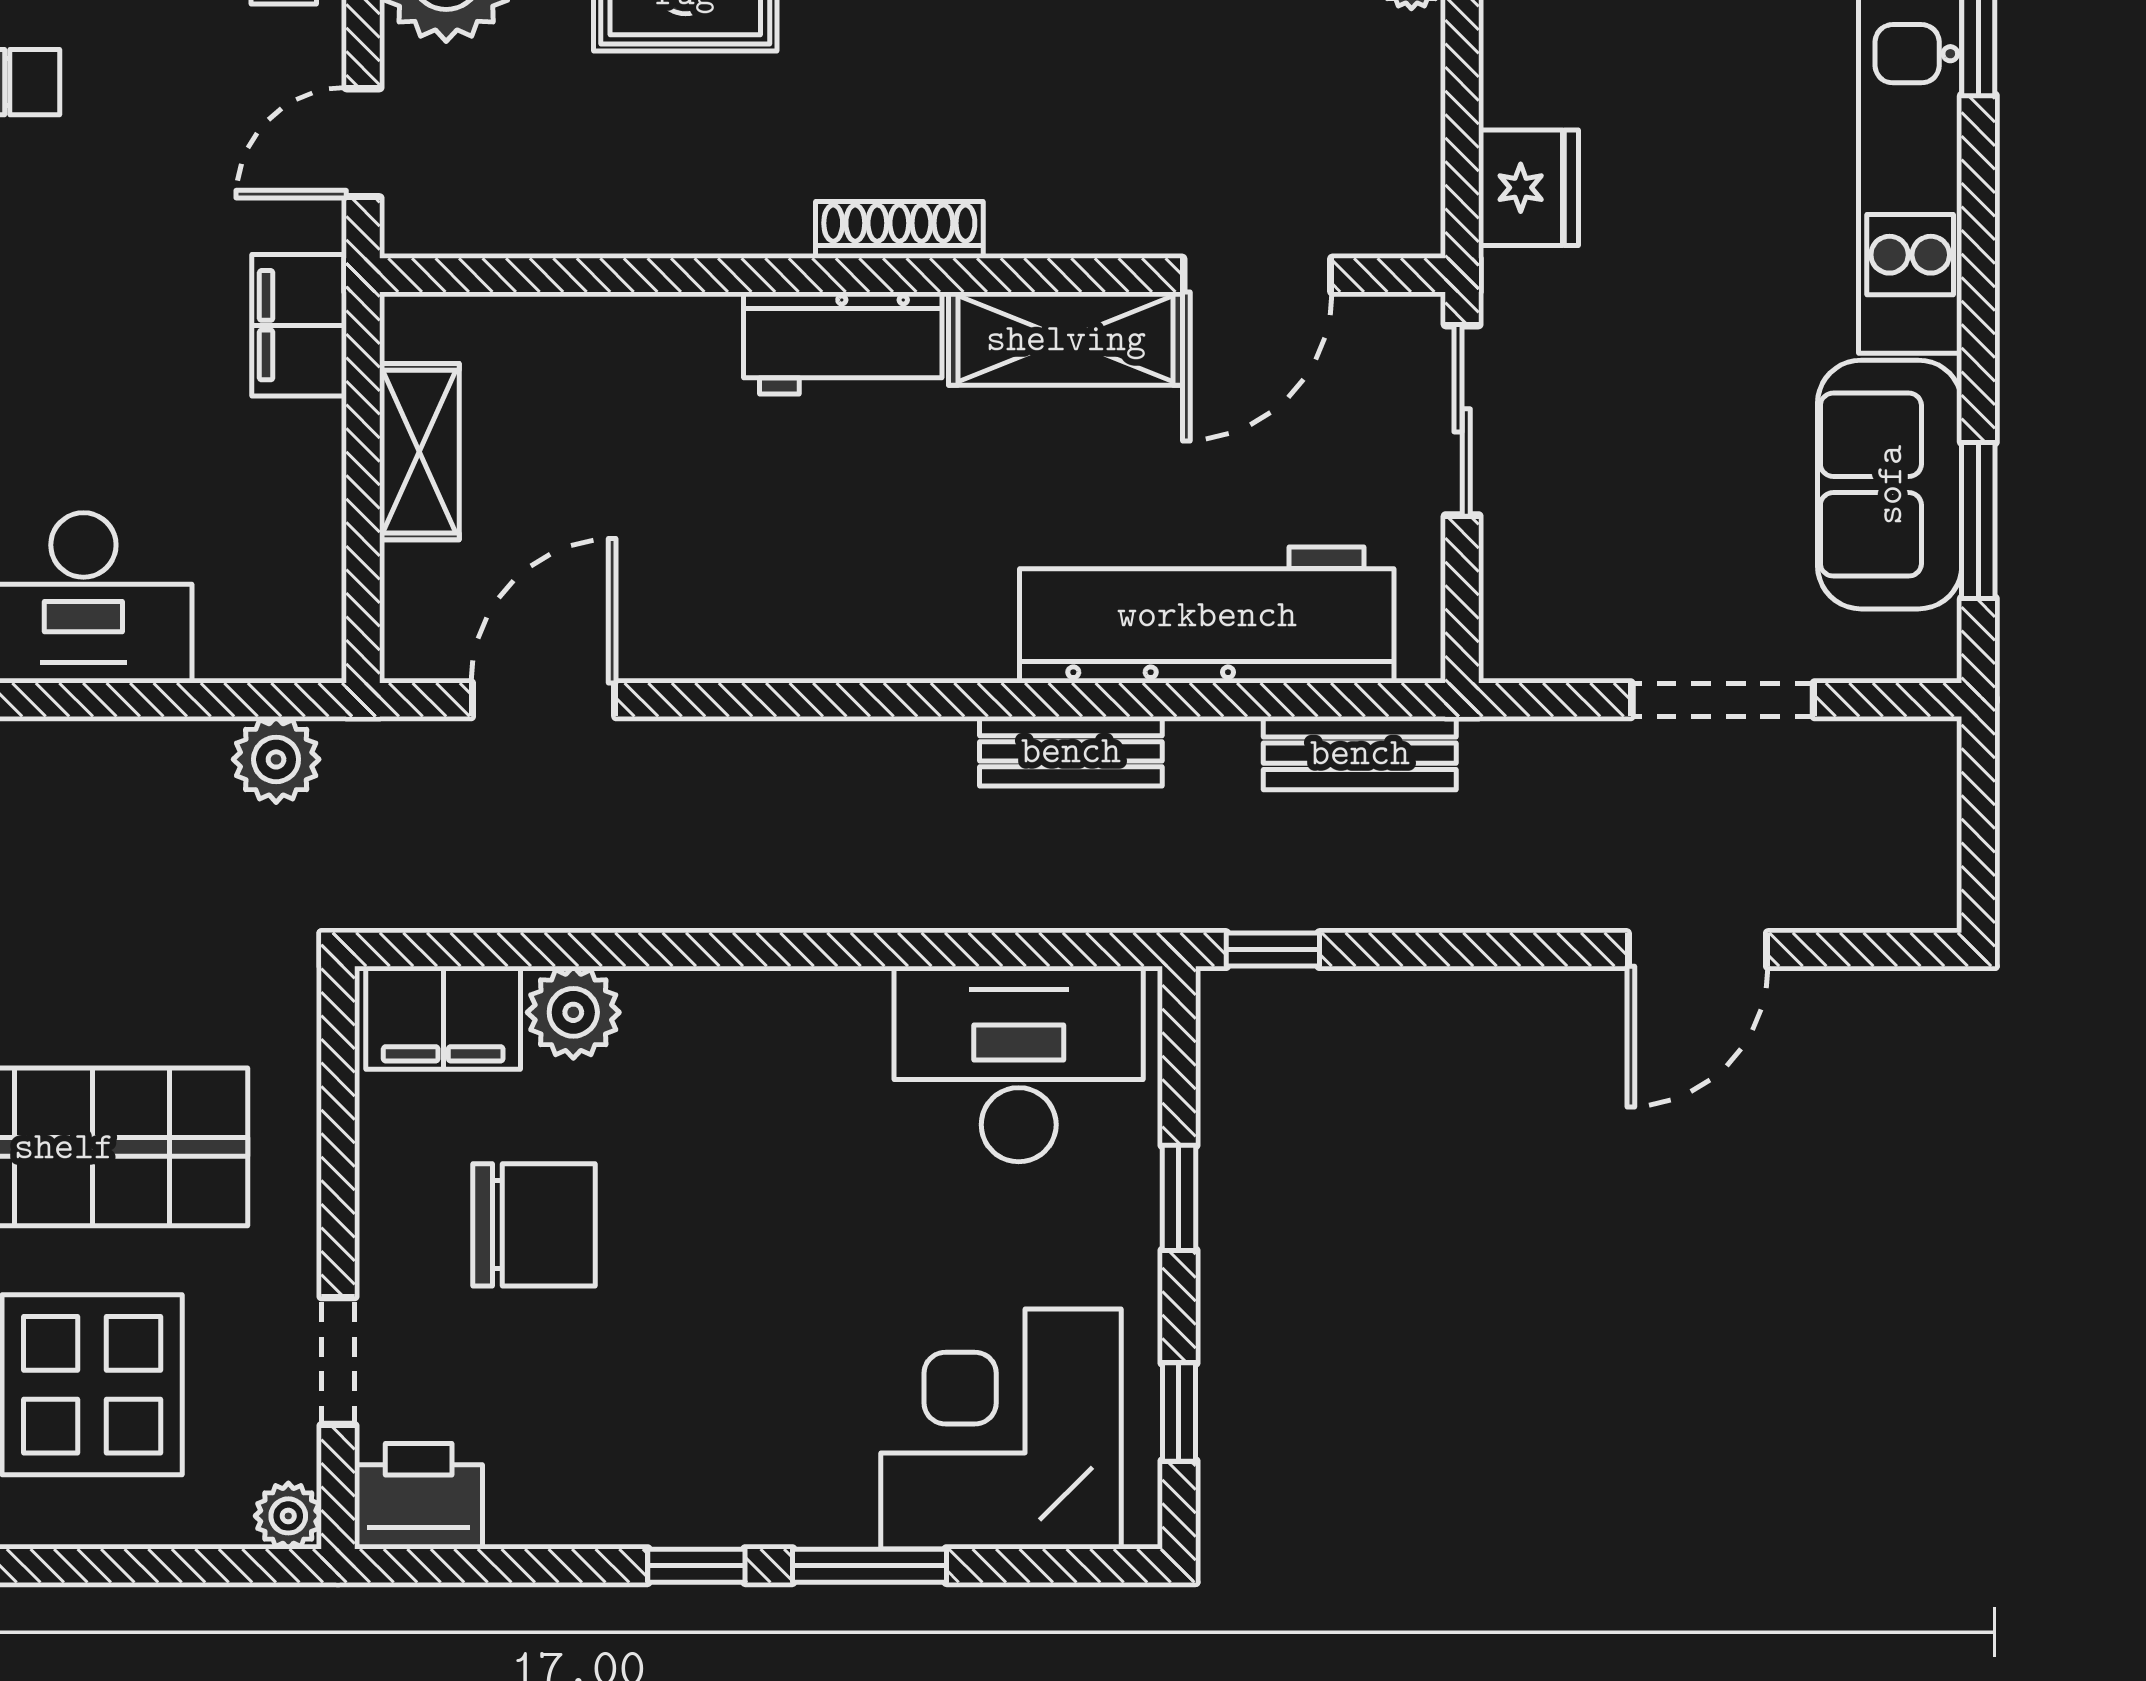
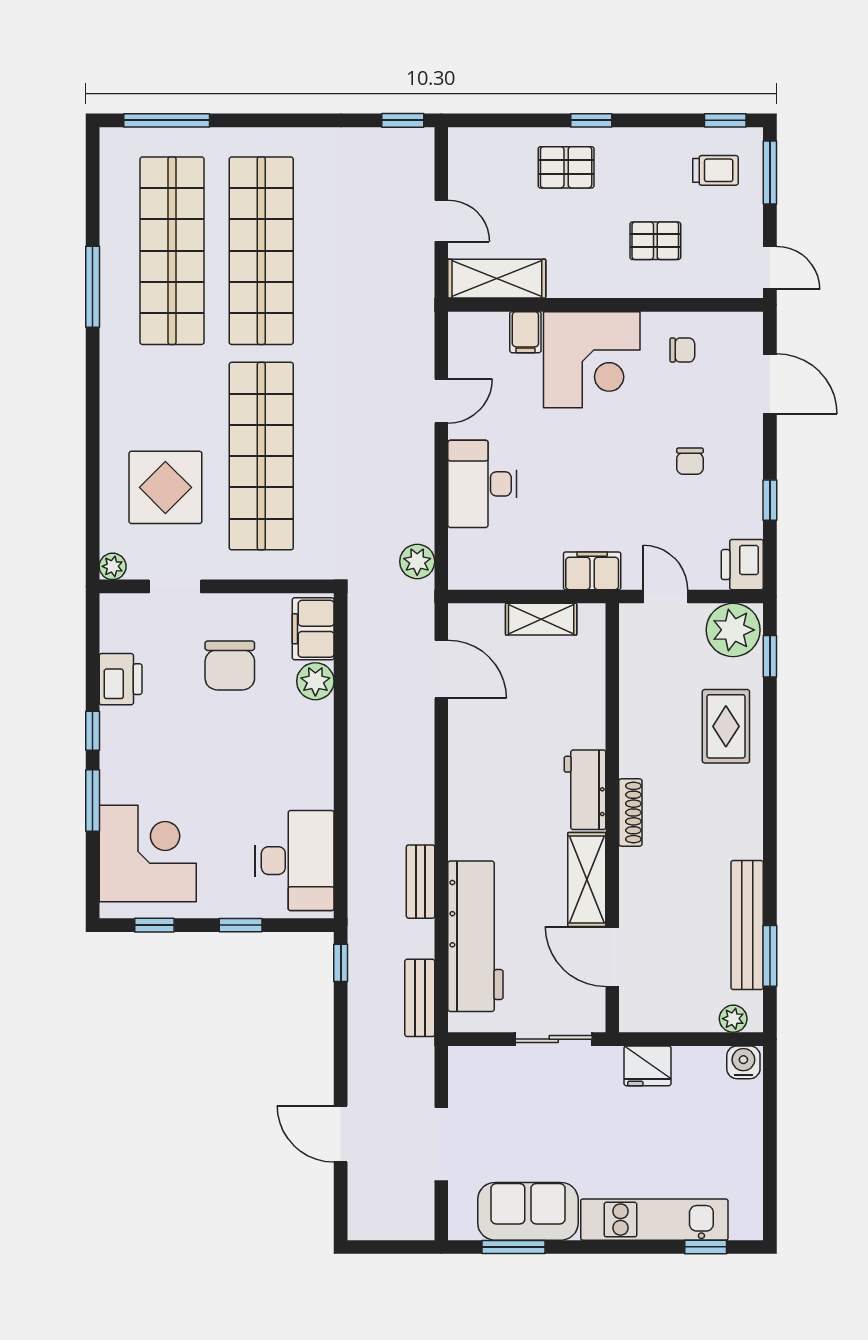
printer: (419, 1496) -> (121, 679), moved

